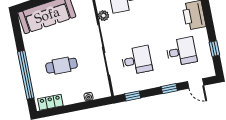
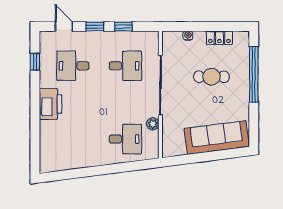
desk: (137, 60) -> (125, 66), turned 180
window: (133, 96) -> (124, 27), moved
locker: (50, 102) -> (219, 38), moved

